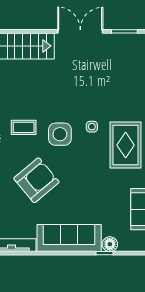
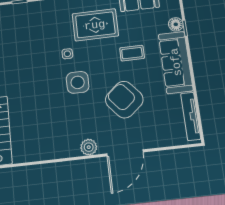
coffee table: (24, 127) -> (132, 53), moved, turned 90
rug: (126, 145) -> (95, 25), moved

